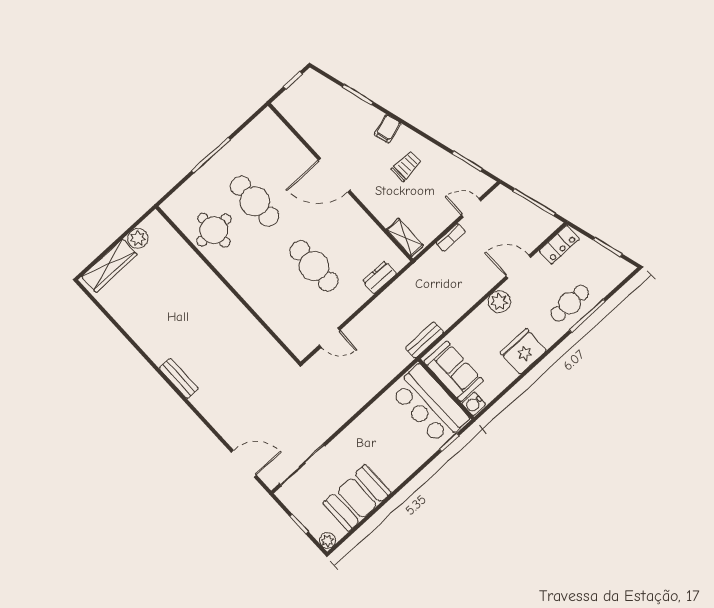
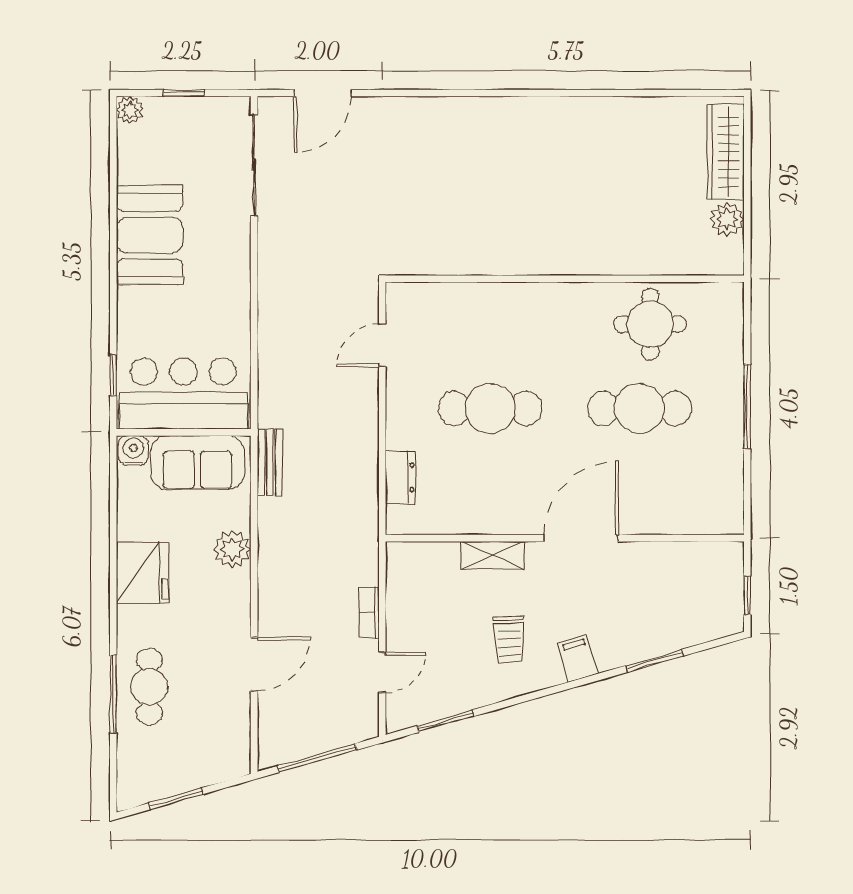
shelving: (405, 237) -> (493, 555), moved
locker: (559, 245) -> (235, 740), removed
plant: (499, 302) -> (232, 549), moved
bench: (179, 378) -> (504, 110), removed
booth: (357, 498) -> (150, 235), moved

